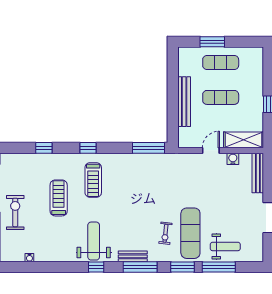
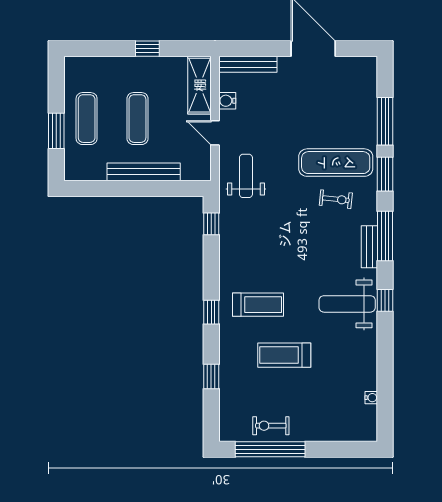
window: (149, 148) -> (211, 224), width x0.46
exercise bike: (15, 212) -> (271, 426), moved, width x0.73, depth x0.72
weight bench: (225, 246) -> (246, 176), moved

